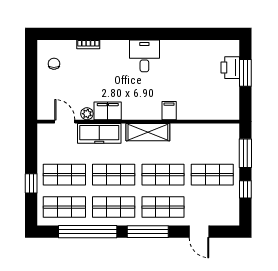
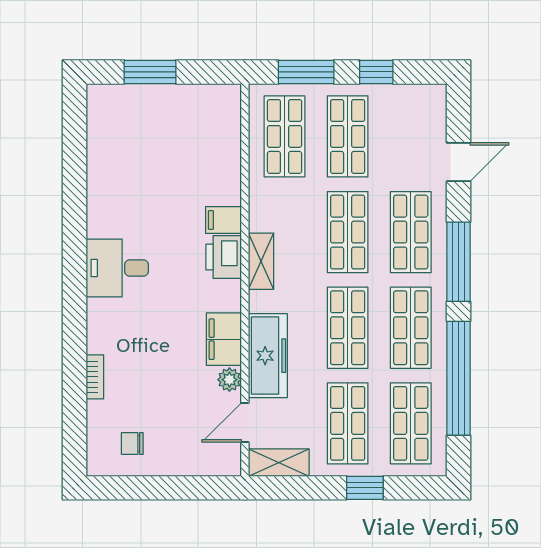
printer: (230, 68) -> (224, 257), moved, turned 90
shelving: (148, 132) -> (261, 261), width x0.67, depth x0.75
shelving: (44, 139) -> (279, 463), added
shop shelf: (212, 142) -> (285, 136), added

